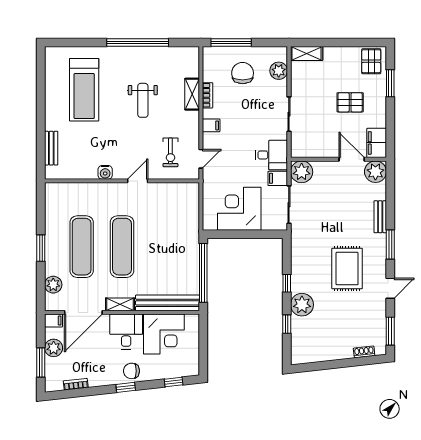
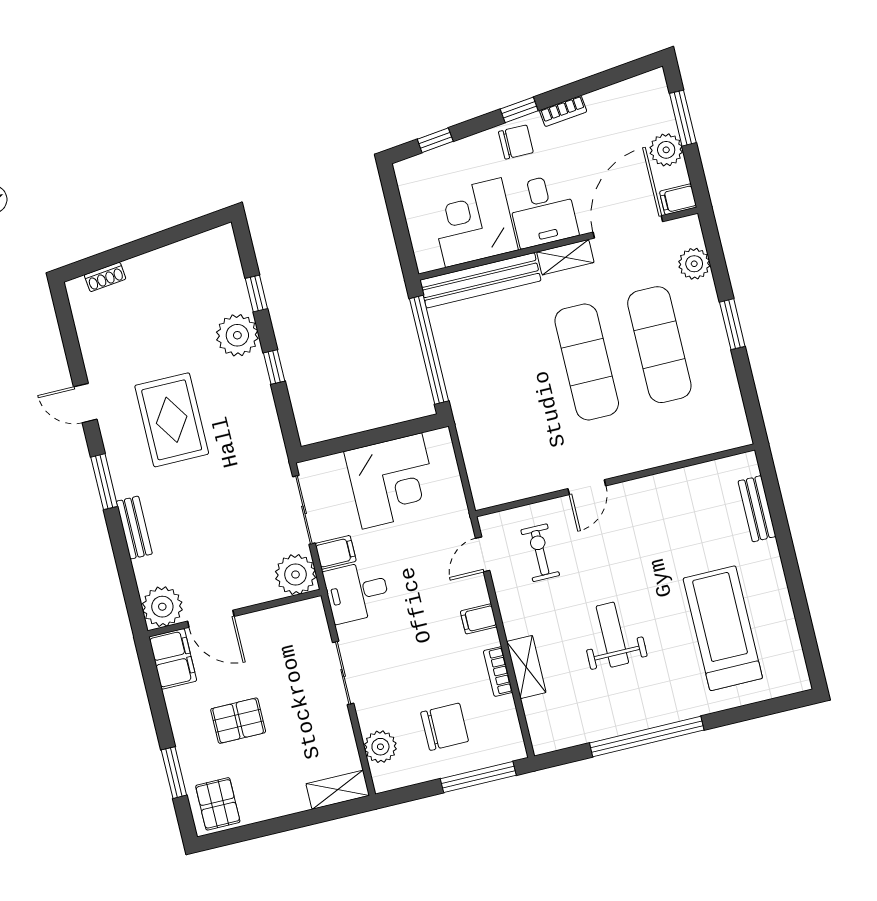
chair: (243, 73) -> (445, 727), turned -90
water cooler: (105, 172) -> (649, 489), removed
door: (390, 288) -> (85, 403), hinge flipped
window: (390, 331) -> (67, 326), removed
bookcase: (76, 384) -> (563, 111), moved

